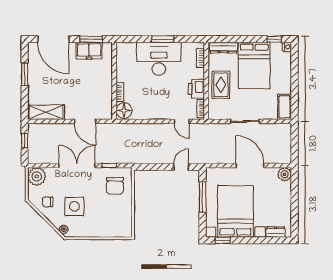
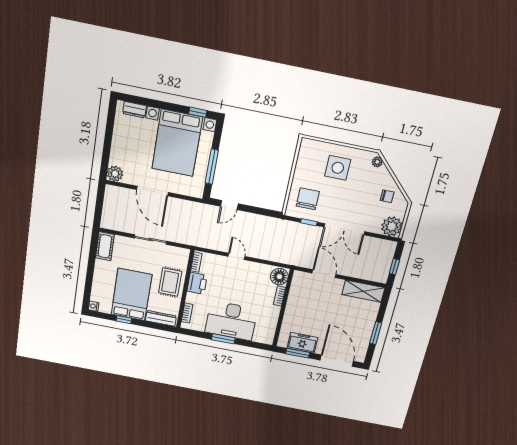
window: (274, 39) -> (124, 320), moved
door: (182, 121) -> (236, 256), moved
side table: (74, 206) -> (338, 168), moved

